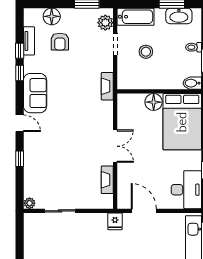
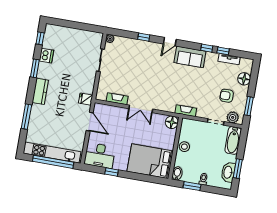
armchair: (60, 42) -> (227, 96), moved
stool: (146, 52) -> (184, 147), moved
floor lamp: (154, 102) -> (172, 122), moved
door: (144, 211) -> (90, 122), hinge flipped

